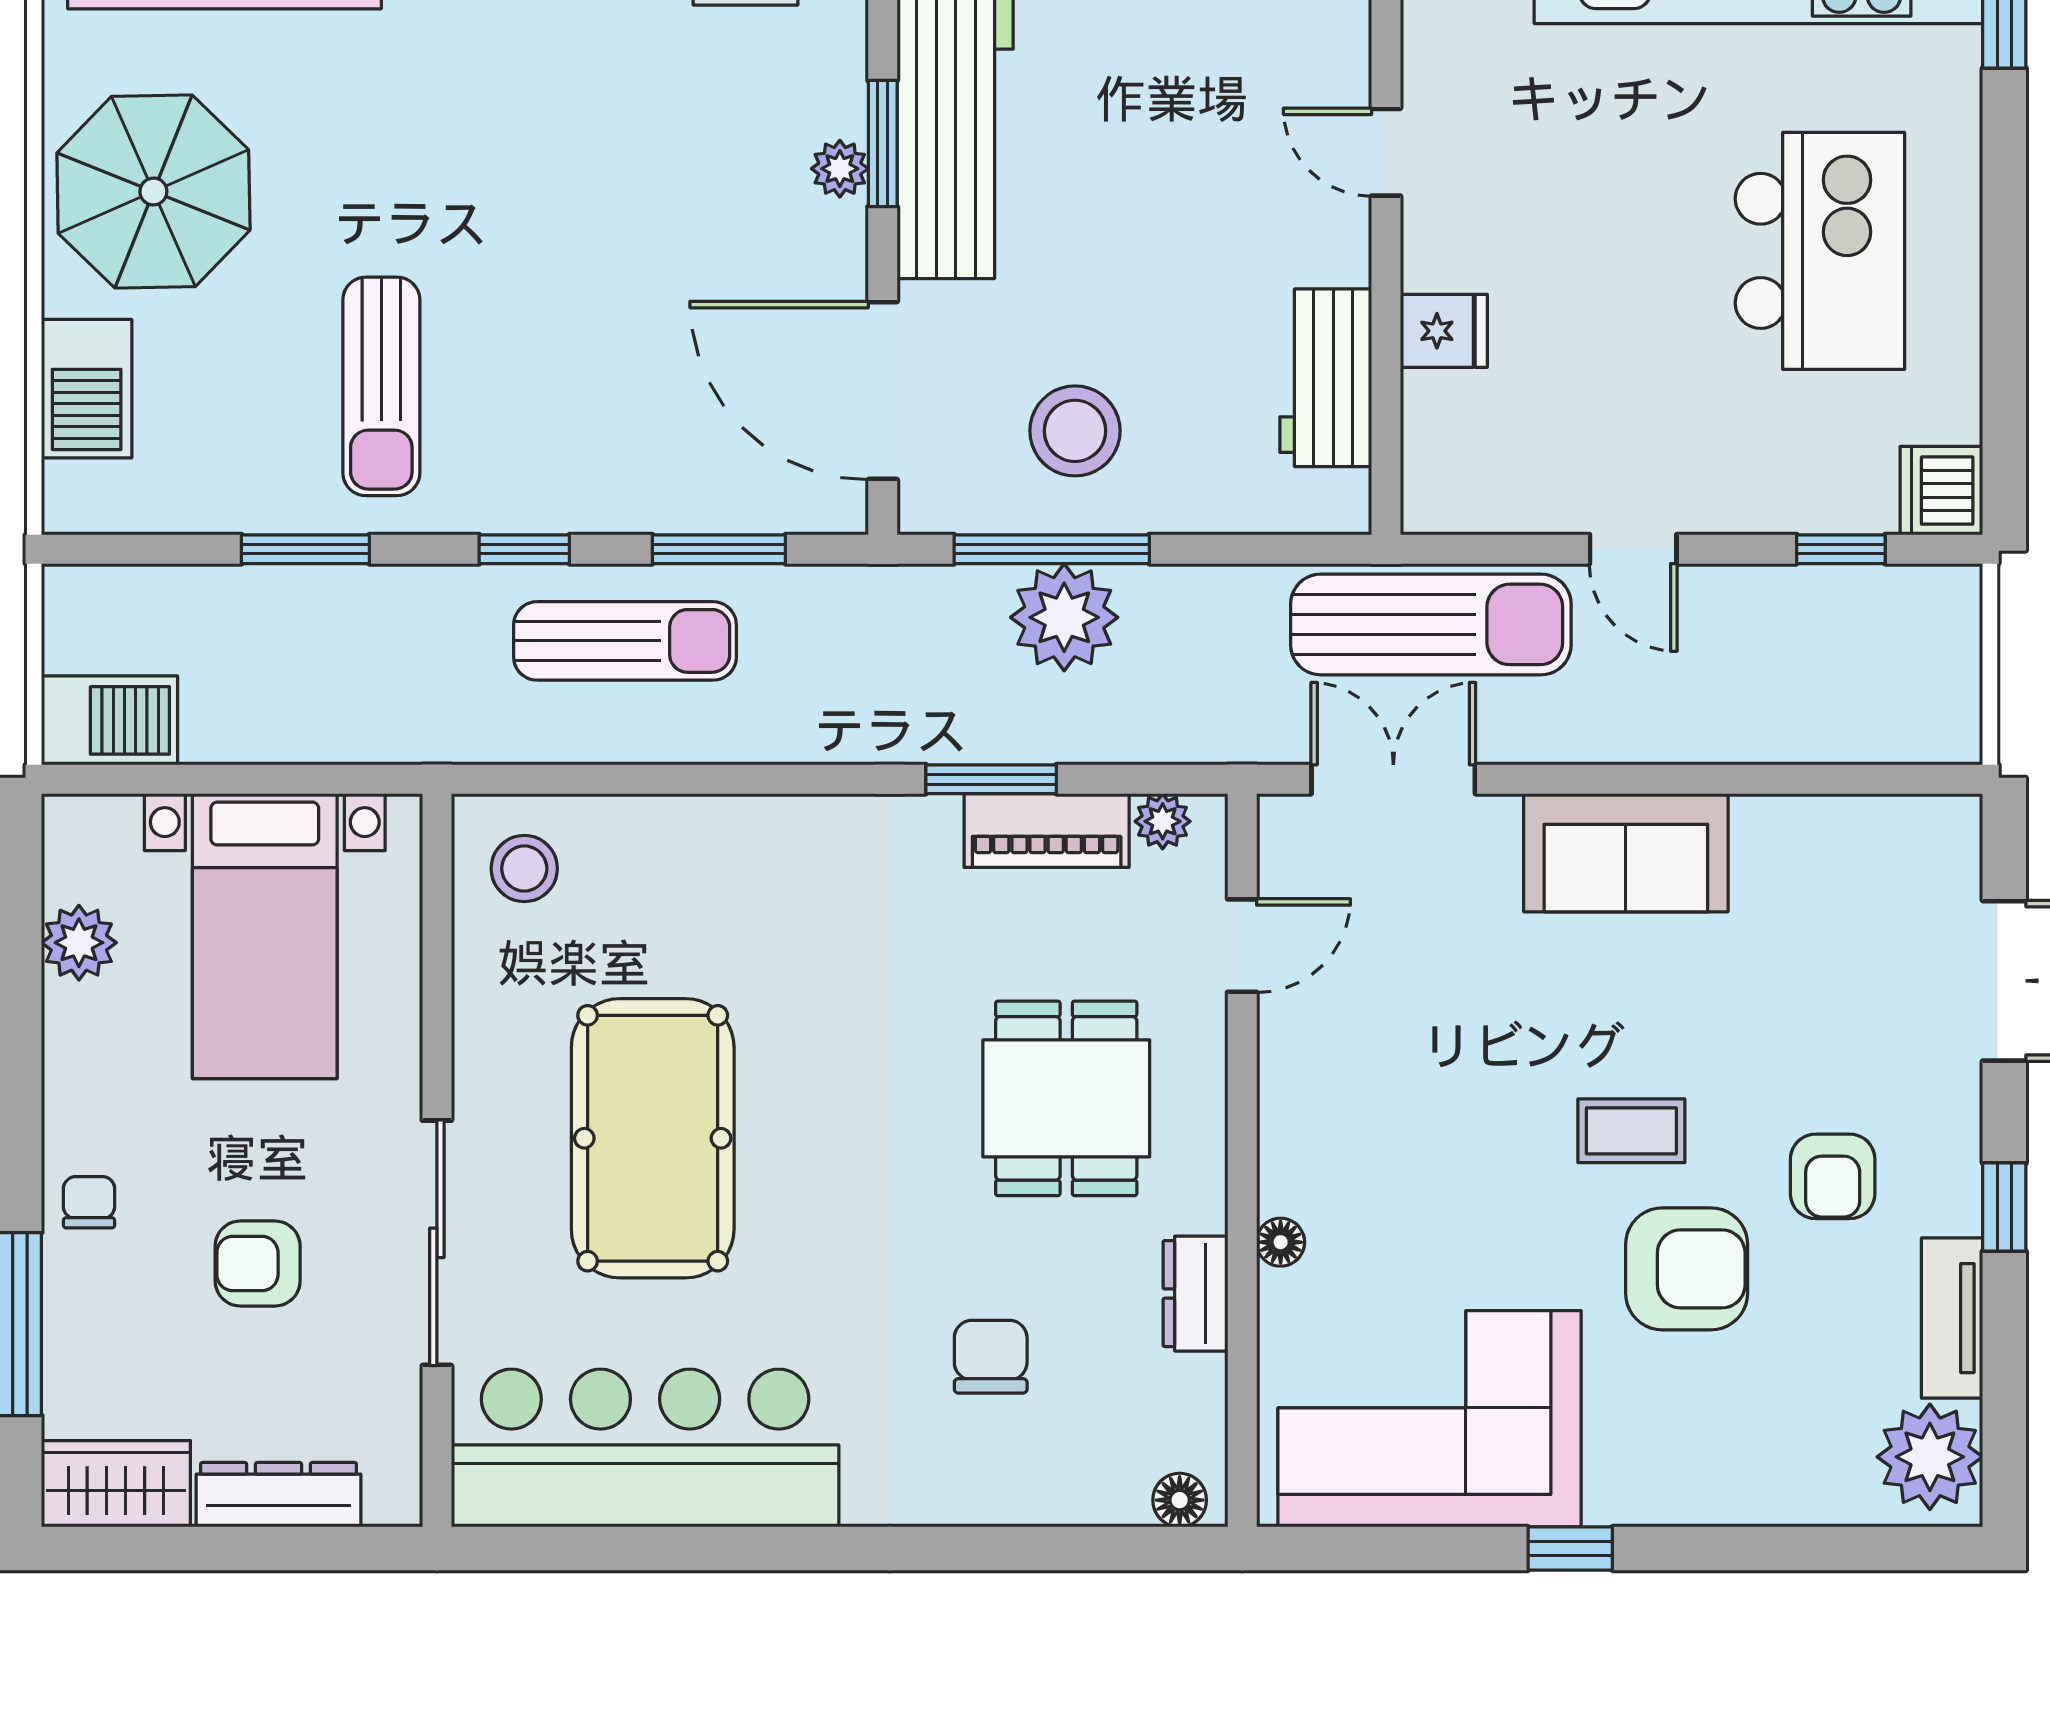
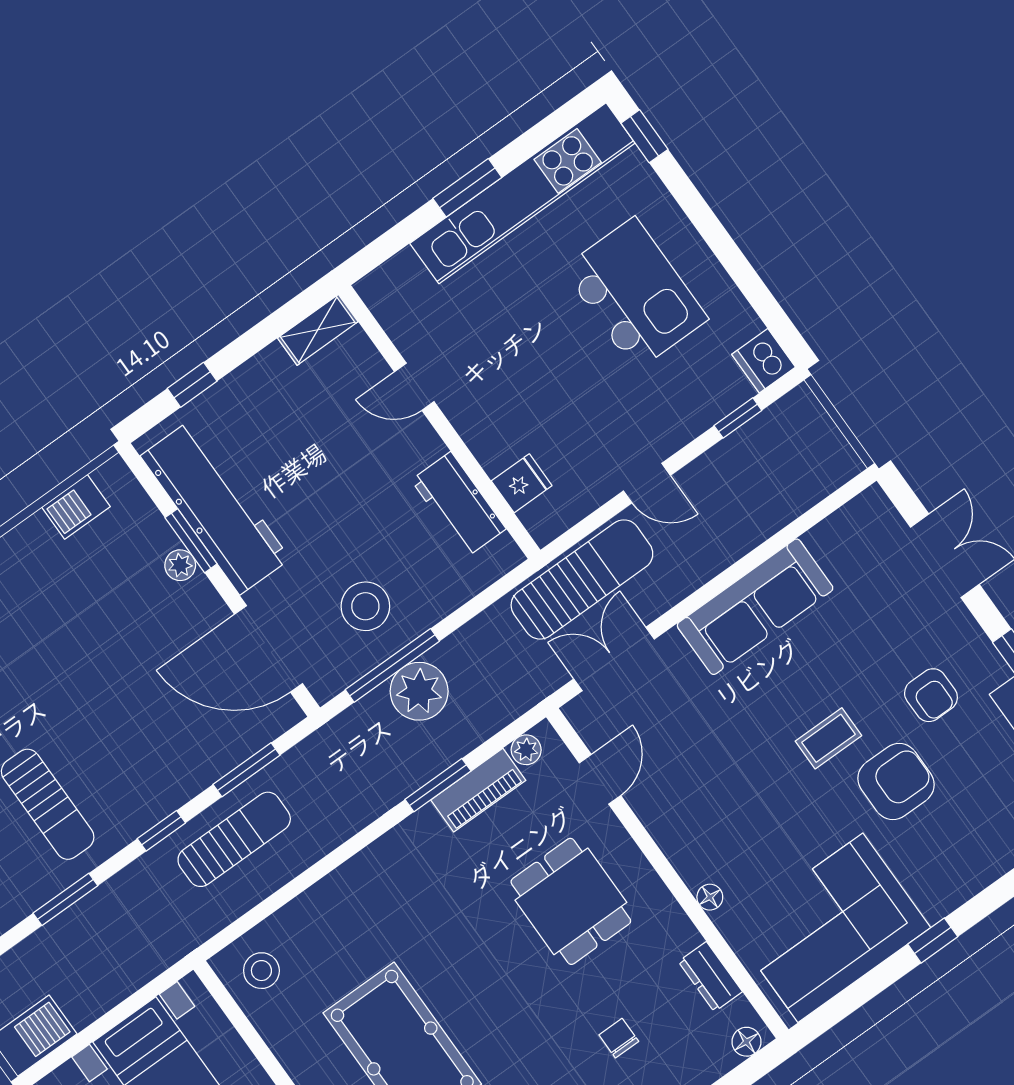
fridge: (1444, 331) -> (522, 483), moved
sofa: (1626, 853) -> (755, 607), width x1.36
dresser: (1195, 1294) -> (710, 977), moved
chair: (991, 1357) -> (619, 1038), width x0.73, depth x0.73

